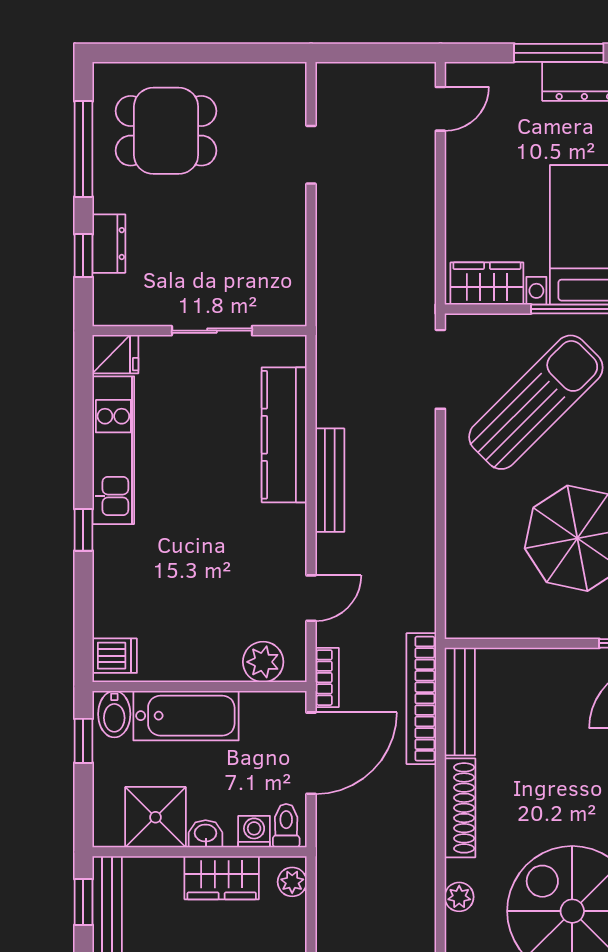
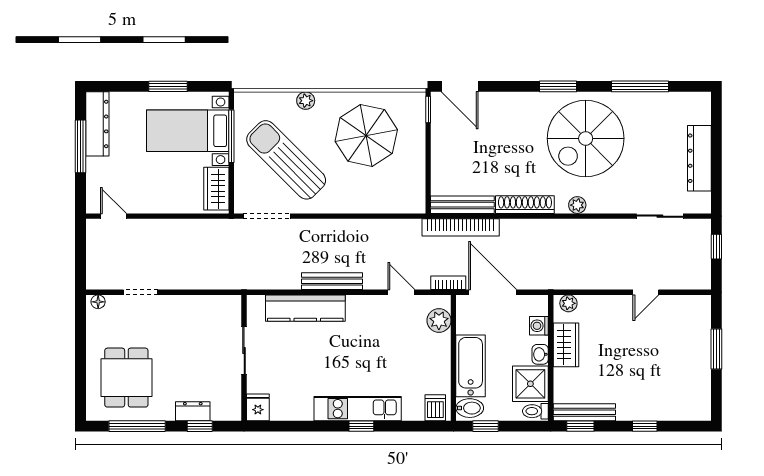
floor lamp: (295, 83) -> (98, 302), added
kitchen unit: (113, 450) -> (358, 409), moved
toilet: (286, 826) -> (535, 411), moved

